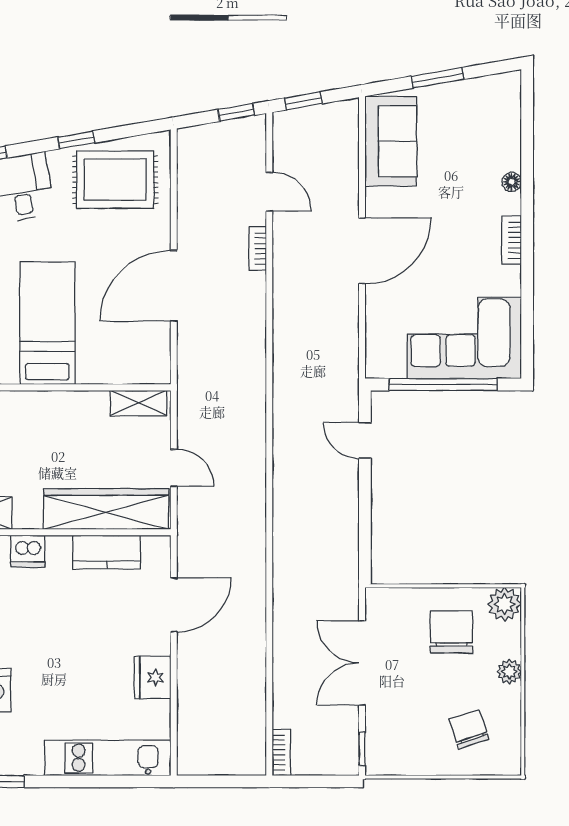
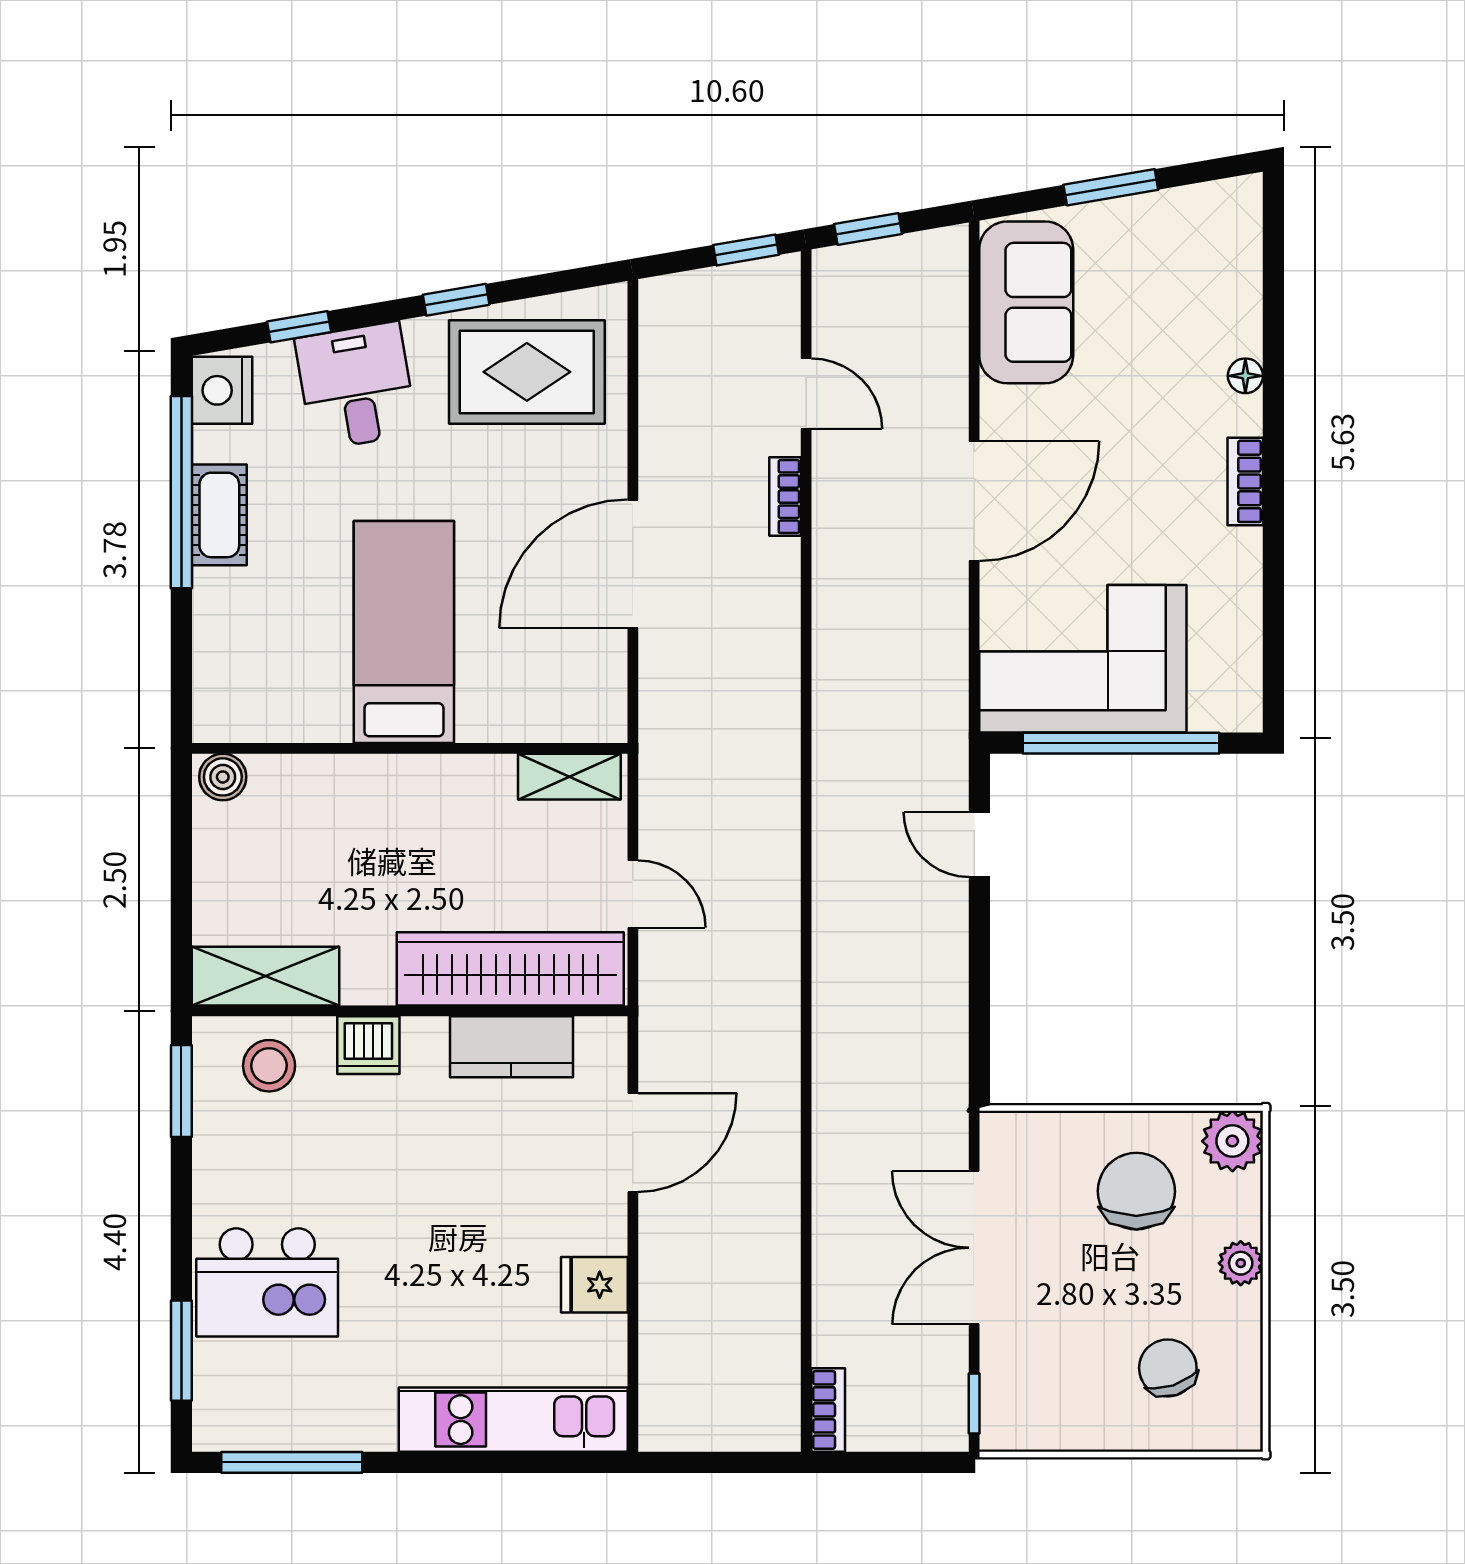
corner sofa: (464, 338) -> (1083, 659), moved
fridge: (152, 677) -> (594, 1285), width x0.72

